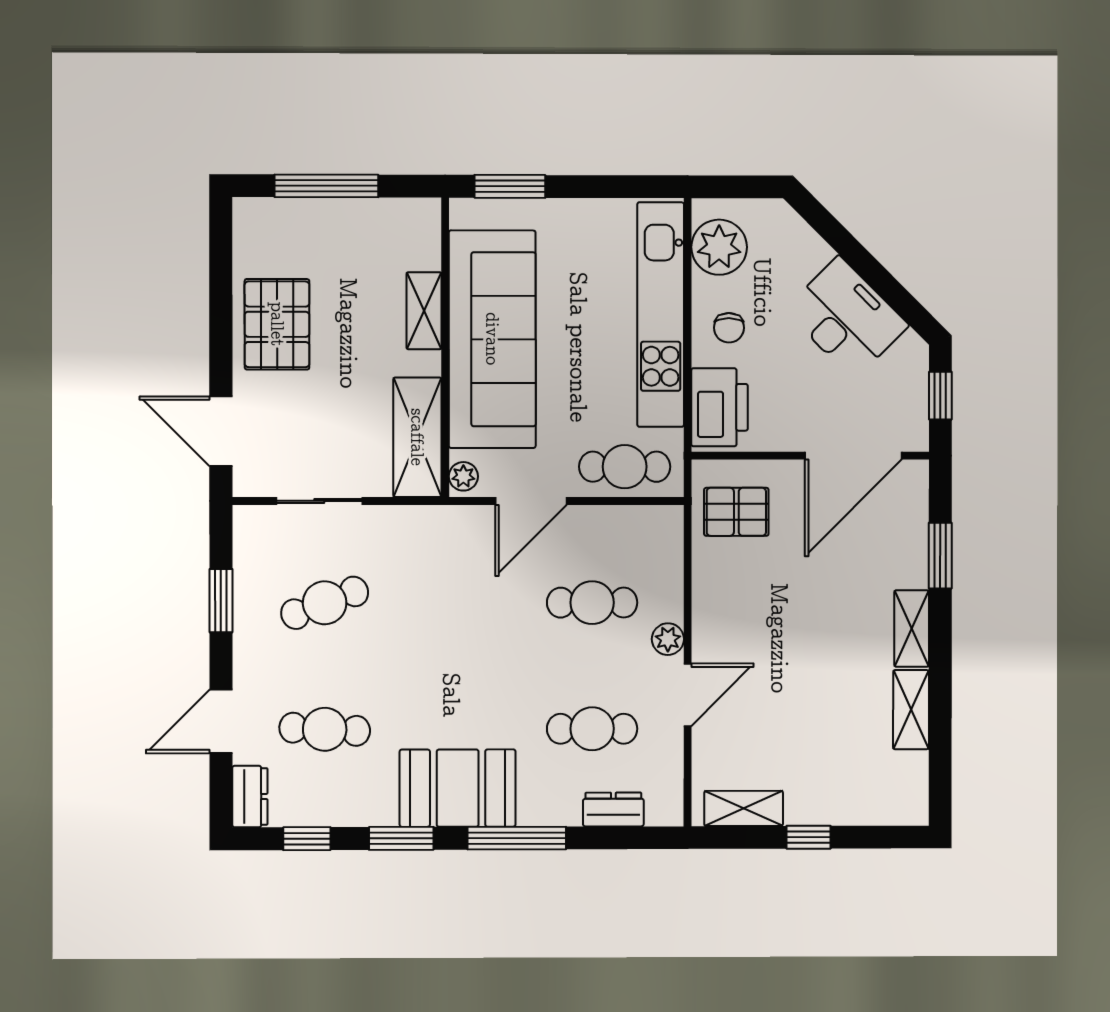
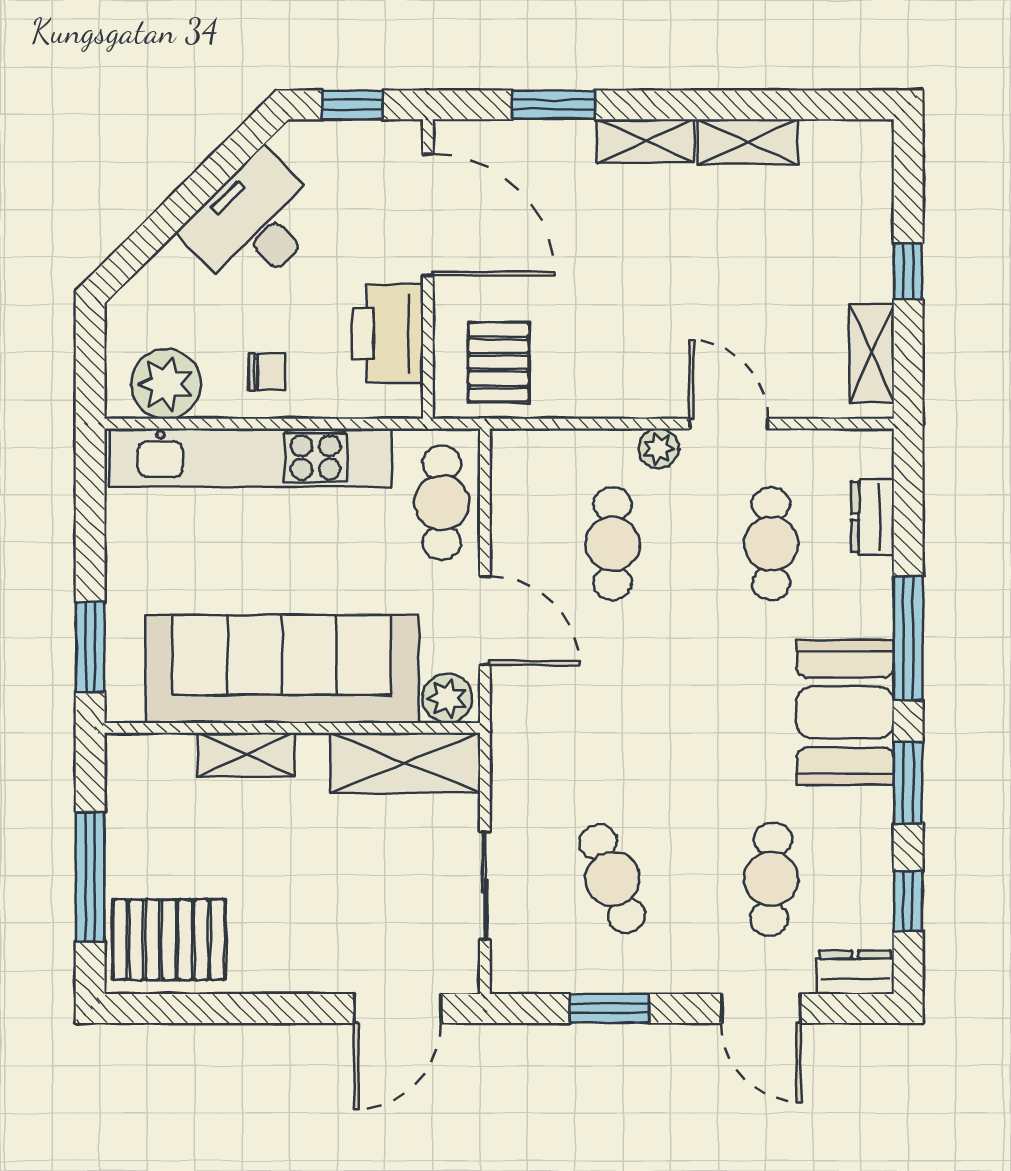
pallet: (277, 324) -> (169, 940), moved
printer: (720, 407) -> (388, 333), moved, turned -90
plant: (463, 476) -> (447, 698), width x1.38, depth x1.38

